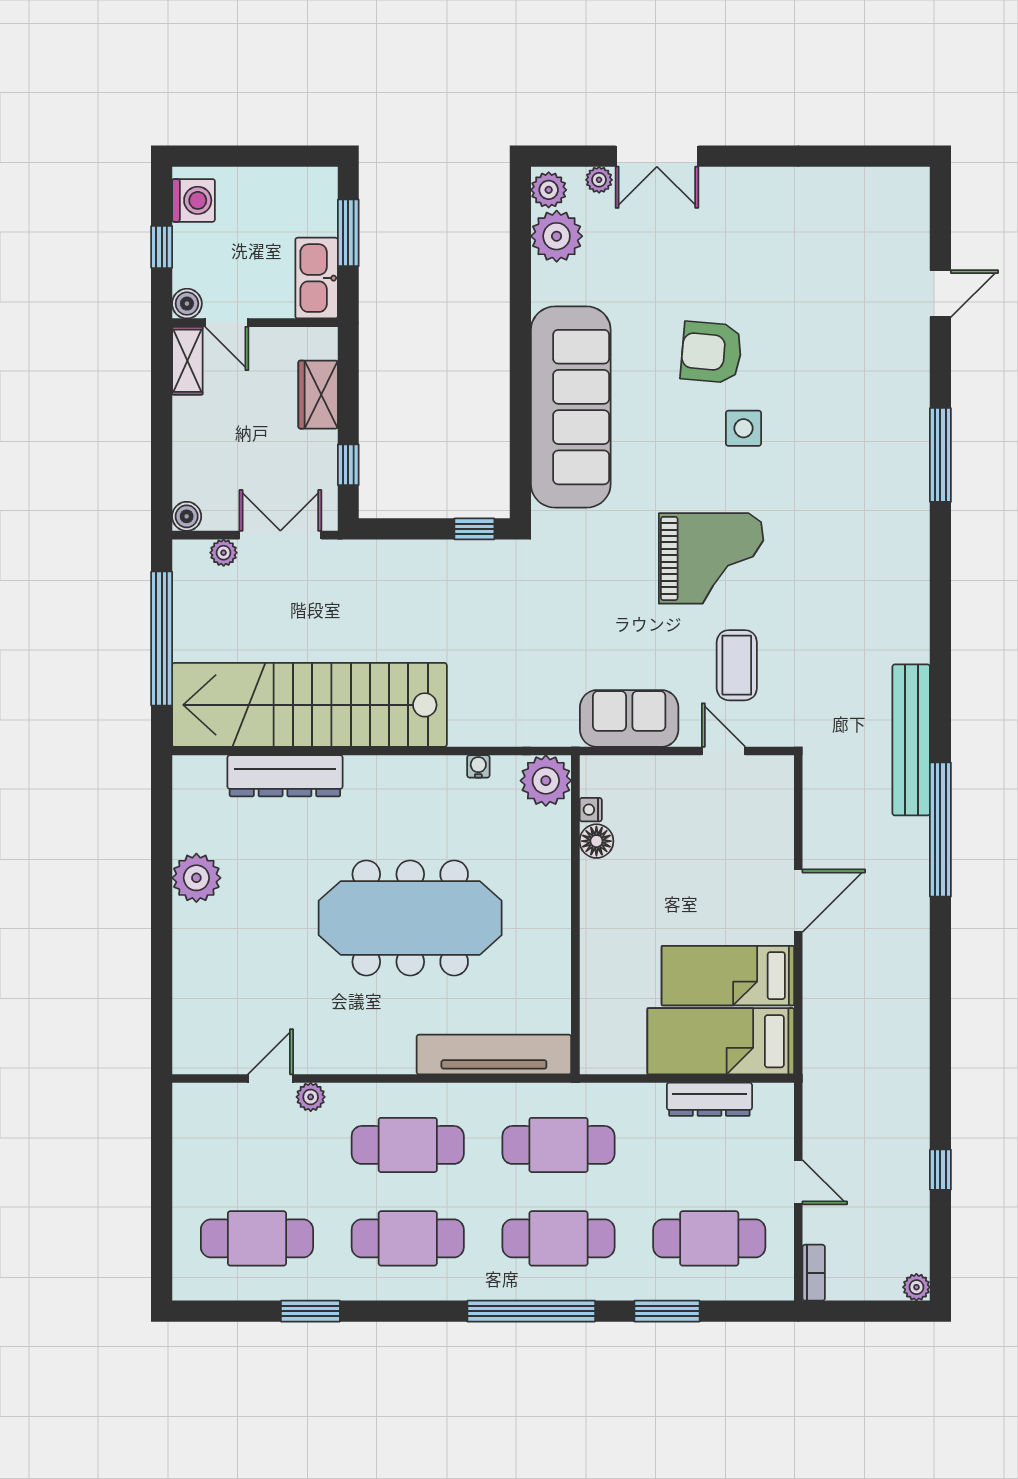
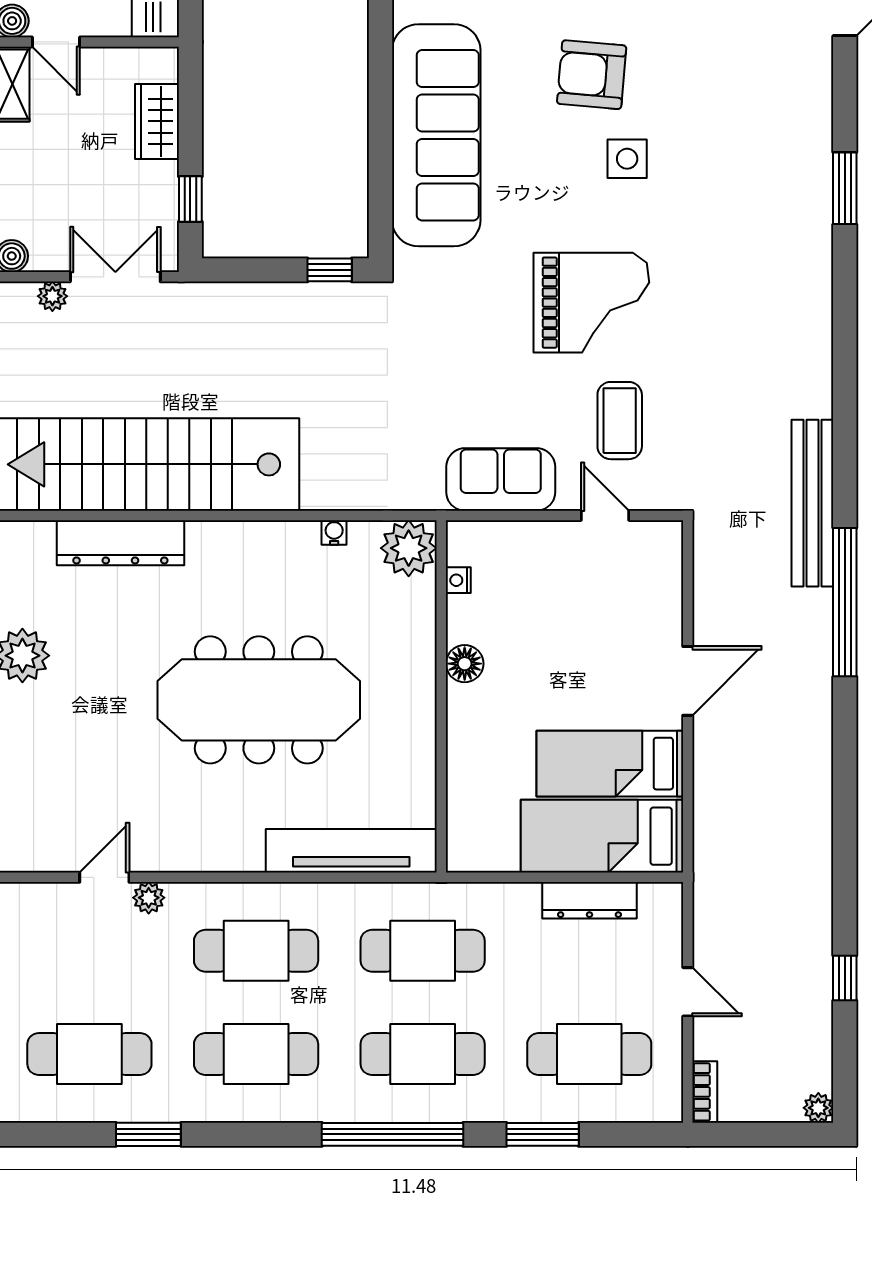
window: (940, 455) -> (845, 188), width x0.69
floor lamp: (596, 841) -> (465, 664), moved

